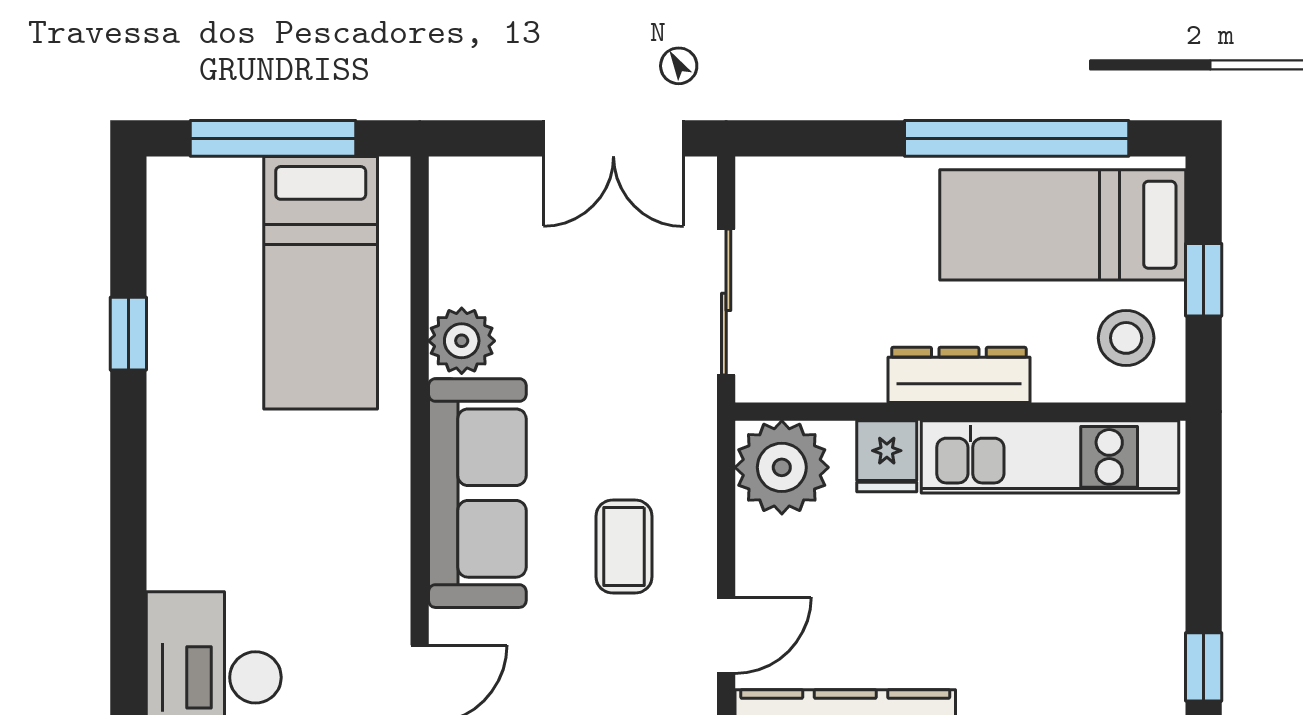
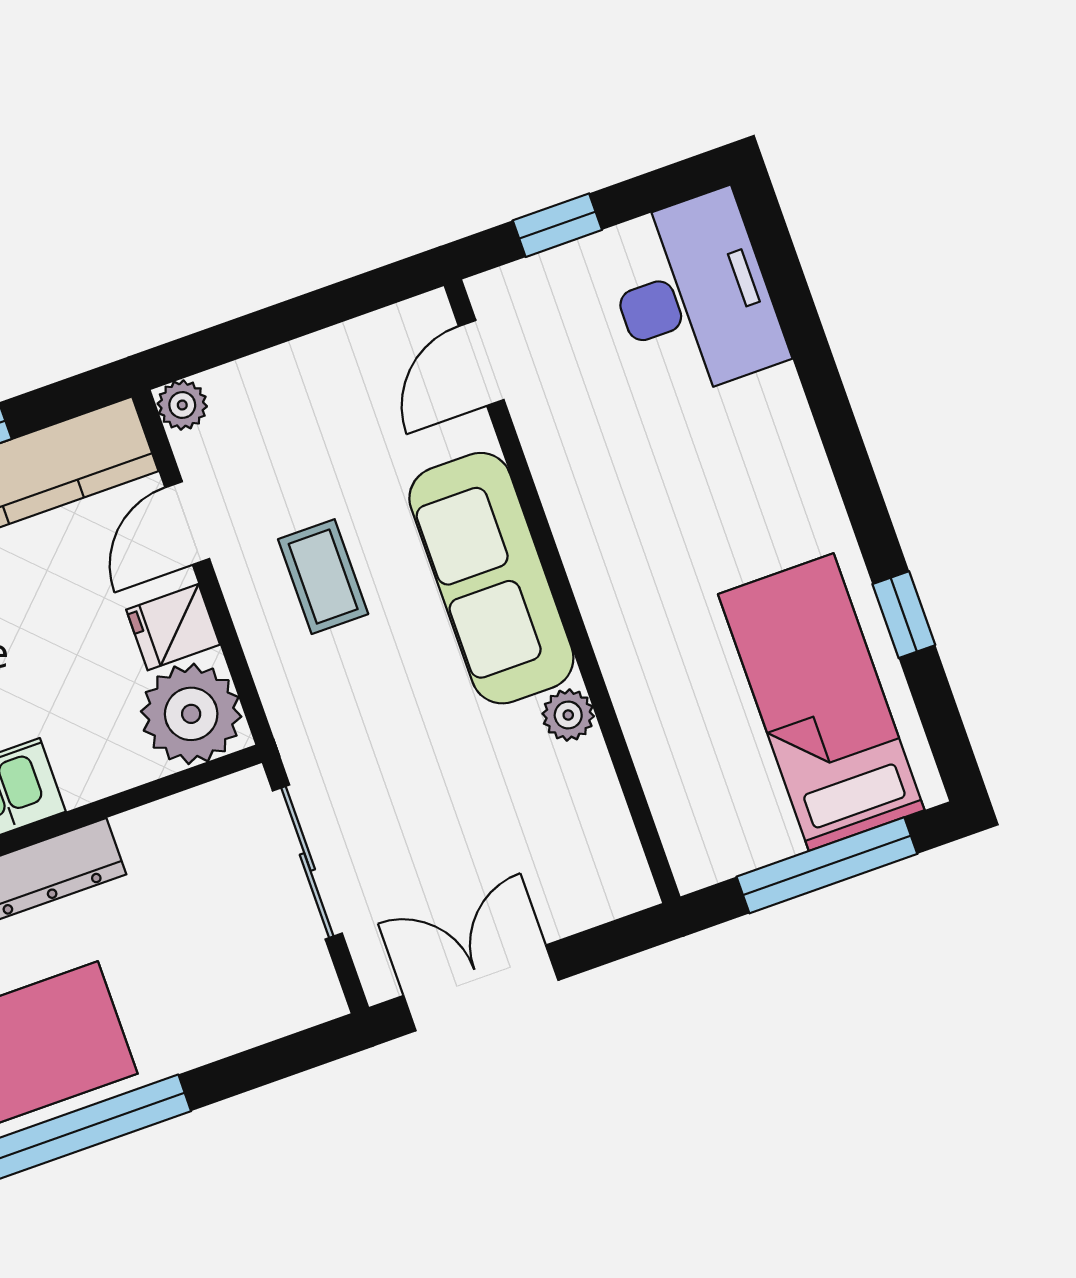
bed: (321, 283) -> (821, 702), moved
plant: (462, 341) -> (568, 715), width x0.73, depth x0.73
fridge: (887, 456) -> (173, 627), moved, turned -90

